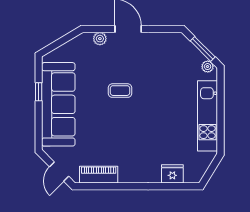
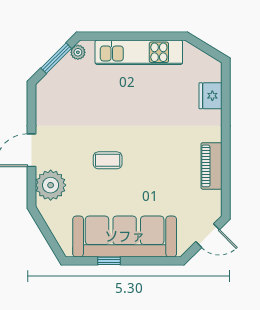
plant: (100, 39) -> (51, 185), width x1.87, depth x1.87
coffee table: (120, 91) -> (108, 160), turned 90
piano: (99, 175) -> (211, 166), moved

